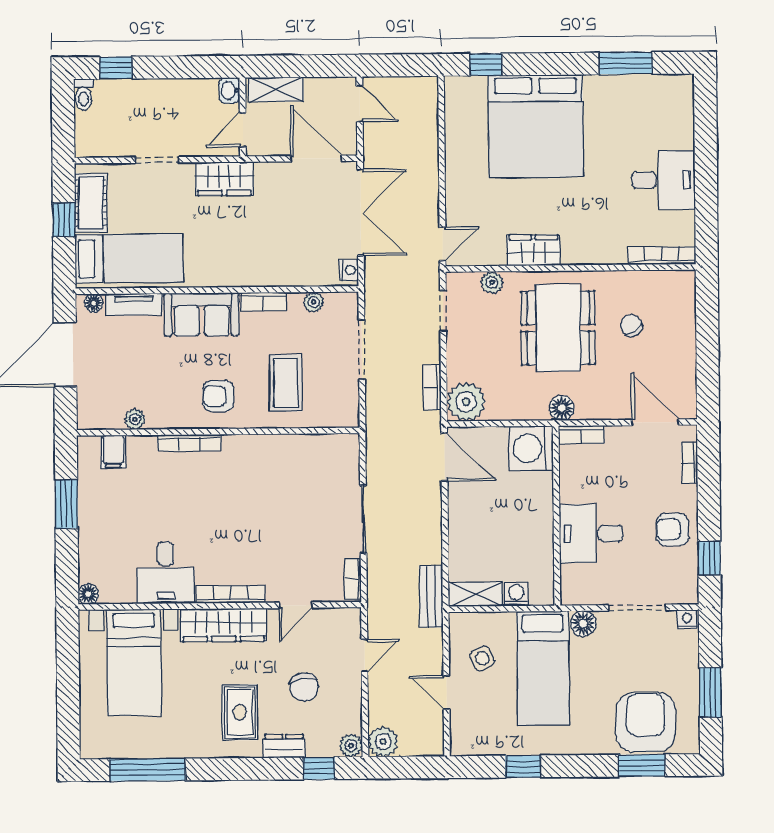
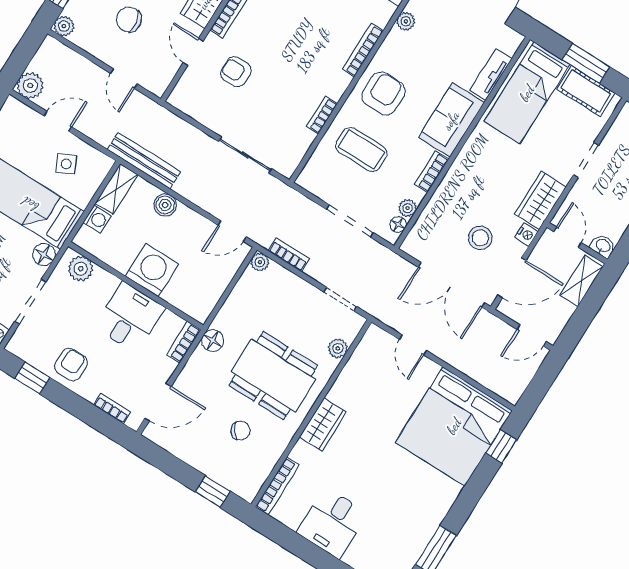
bed: (536, 126) -> (454, 426), moved, turned -90
stool: (297, 214) -> (480, 238), added
window: (64, 220) -> (586, 63), width x1.50
door: (443, 244) -> (413, 345), moved
wardrobe: (533, 250) -> (323, 425), moved
nightstand: (349, 270) -> (526, 234), moved, turned -90
floor lamp: (94, 303) -> (398, 224), moved
window: (707, 314) -> (213, 492), added
armchair: (218, 396) -> (384, 94), width x1.38, depth x1.38
plant: (466, 402) -> (260, 262), width x0.53, depth x0.53
washing machine: (531, 448) -> (152, 270), moved
door: (444, 457) -> (232, 231), width x0.73
sliding door: (363, 519) -> (245, 155), moved
desk: (591, 534) -> (130, 317), moved
boiler: (461, 537) -> (165, 205), added
armchair: (288, 552) -> (236, 72), added
bookcase: (353, 579) -> (322, 115), moved, turned -90
plant: (574, 579) -> (81, 269), added
bench: (431, 597) -> (144, 161), width x1.36
plant: (383, 742) -> (30, 86), moved

